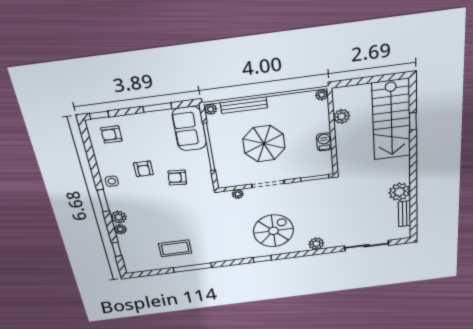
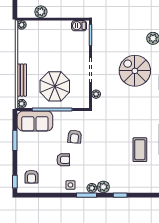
barbecue: (324, 142) -> (79, 26), moved
parasol: (264, 144) -> (55, 86), moved
plant: (120, 229) -> (92, 188), moved
window: (117, 249) -> (120, 195), moved

